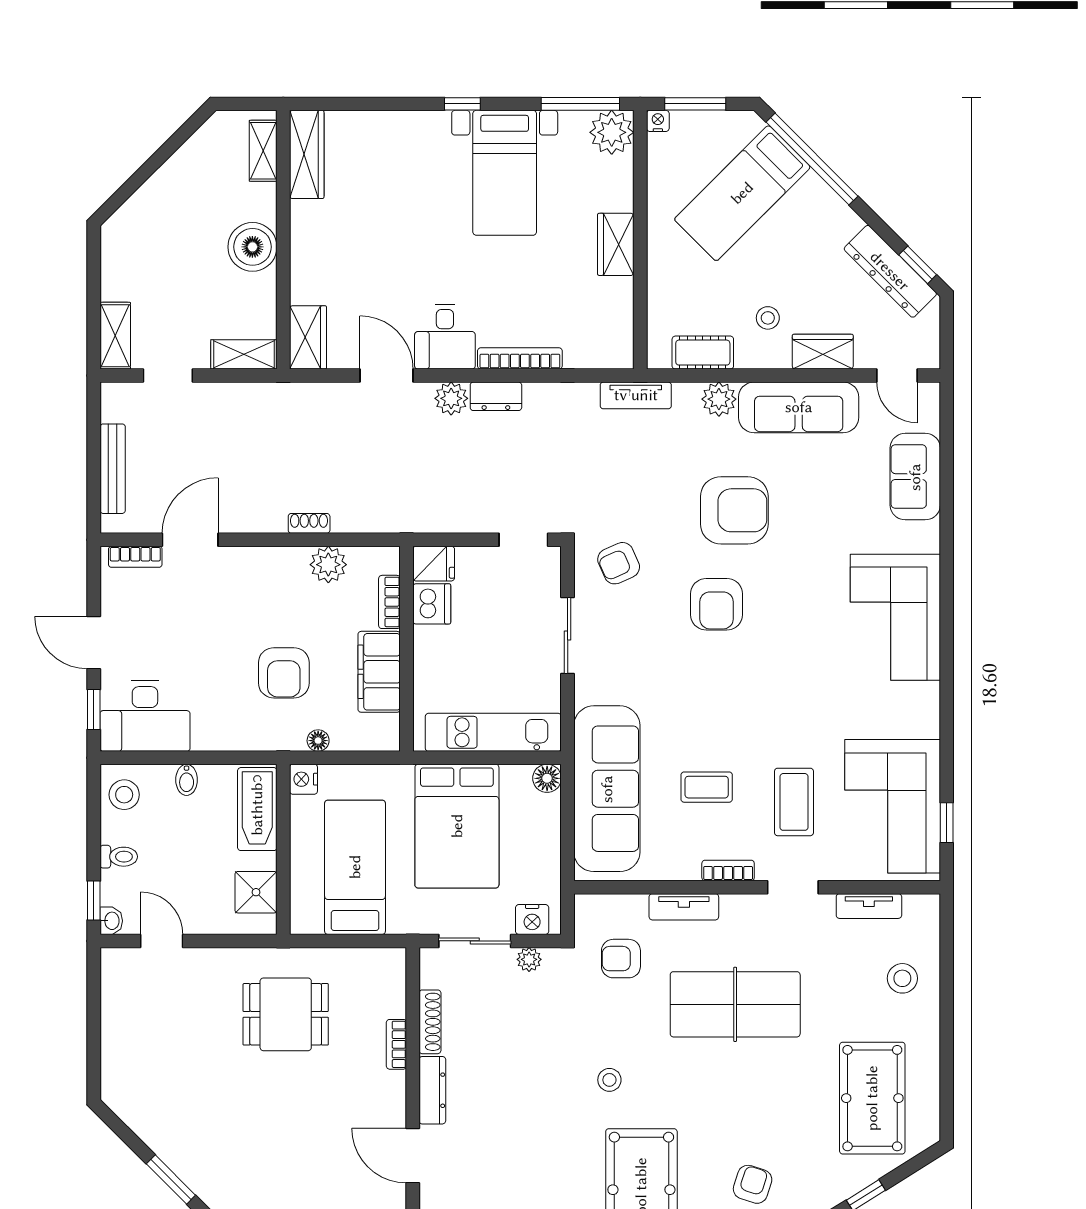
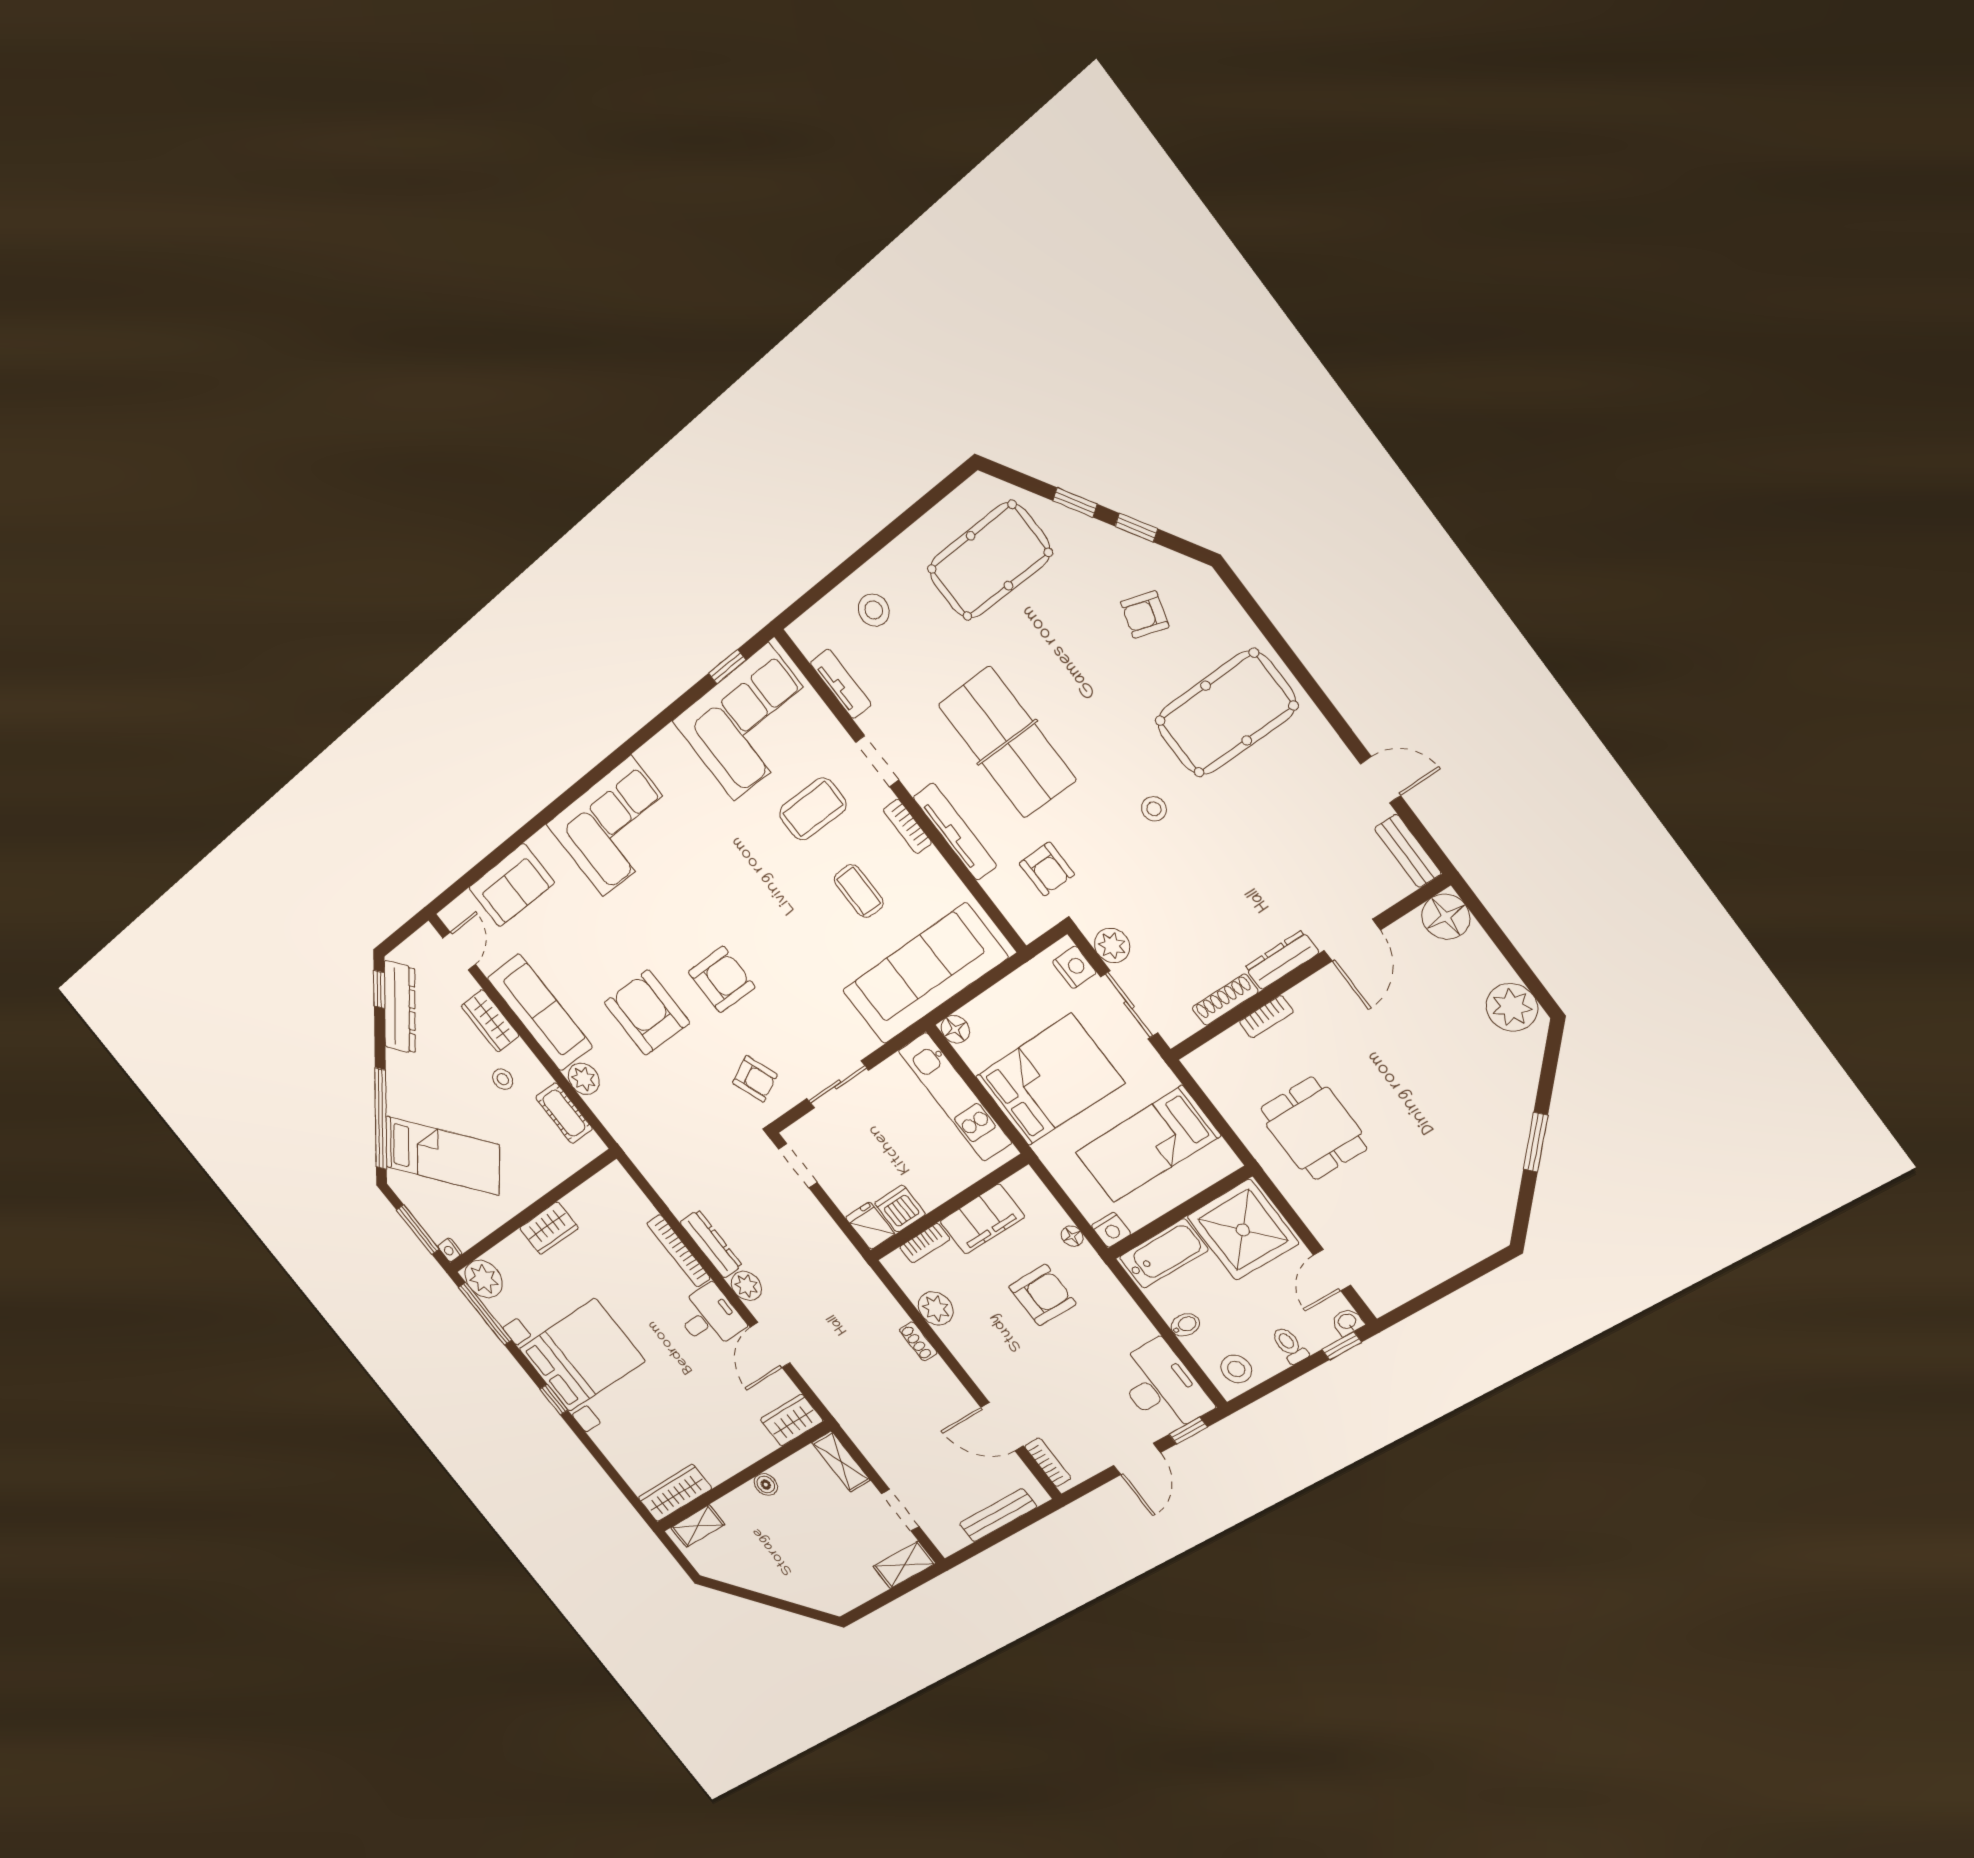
bed with nightstands: (505, 173) -> (582, 1355), width x1.36
boiler: (252, 247) -> (766, 1485), width x0.54, depth x0.54
tv unit: (636, 395) -> (632, 1145), removed
dresser: (496, 396) -> (711, 1244), width x1.44
shower: (256, 892) -> (1243, 1230), width x1.86, depth x1.86
tv unit: (684, 907) -> (955, 832), width x1.41
plant: (529, 959) -> (1112, 946), width x1.38, depth x1.38

